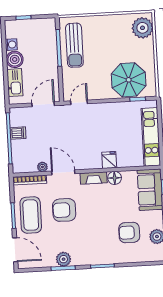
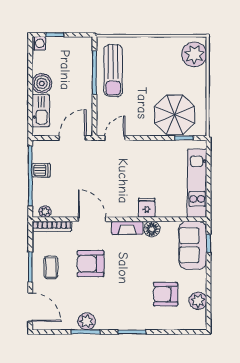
washing machine: (11, 45) -> (39, 43), moved
plant: (42, 167) -> (45, 212), moved
coffee table: (31, 215) -> (51, 267), width x0.54, depth x0.58

